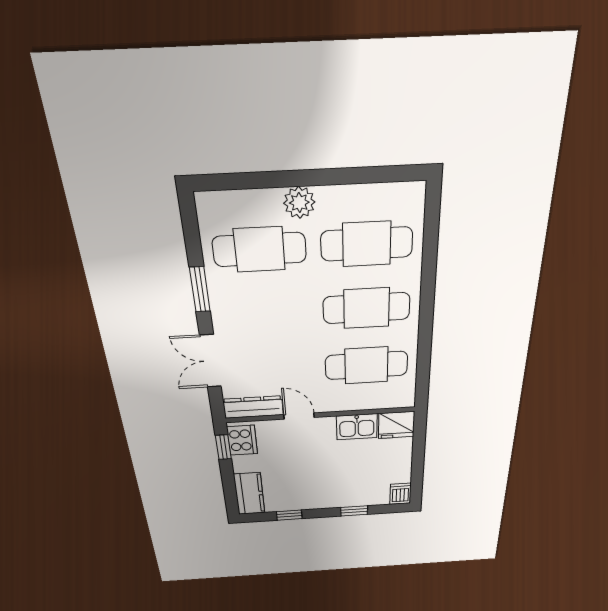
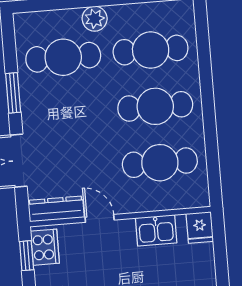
fridge: (396, 425) -> (200, 228), width x0.72

